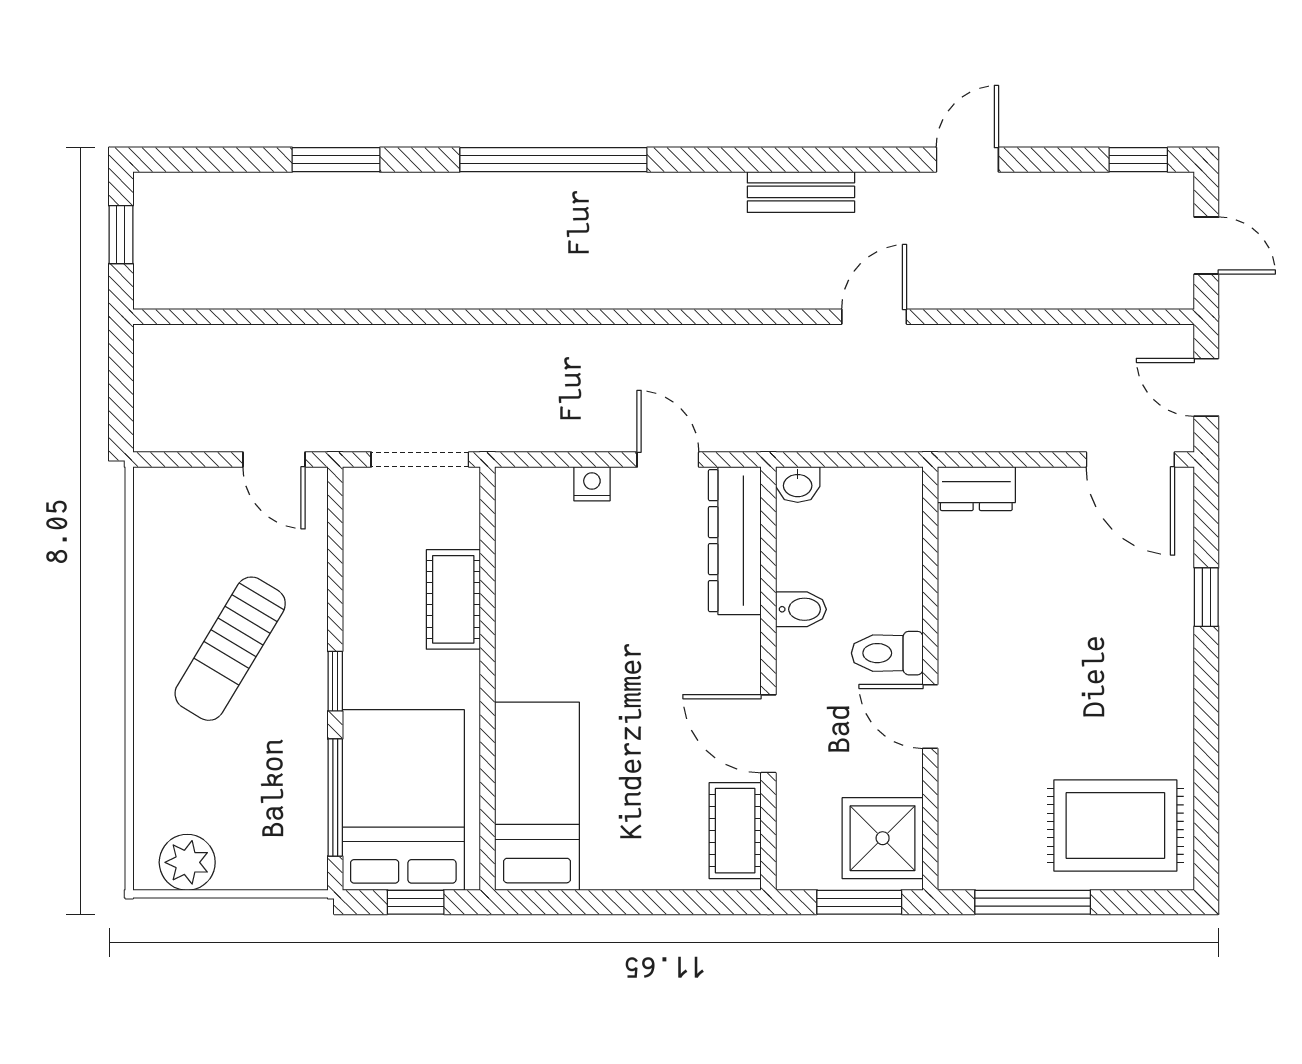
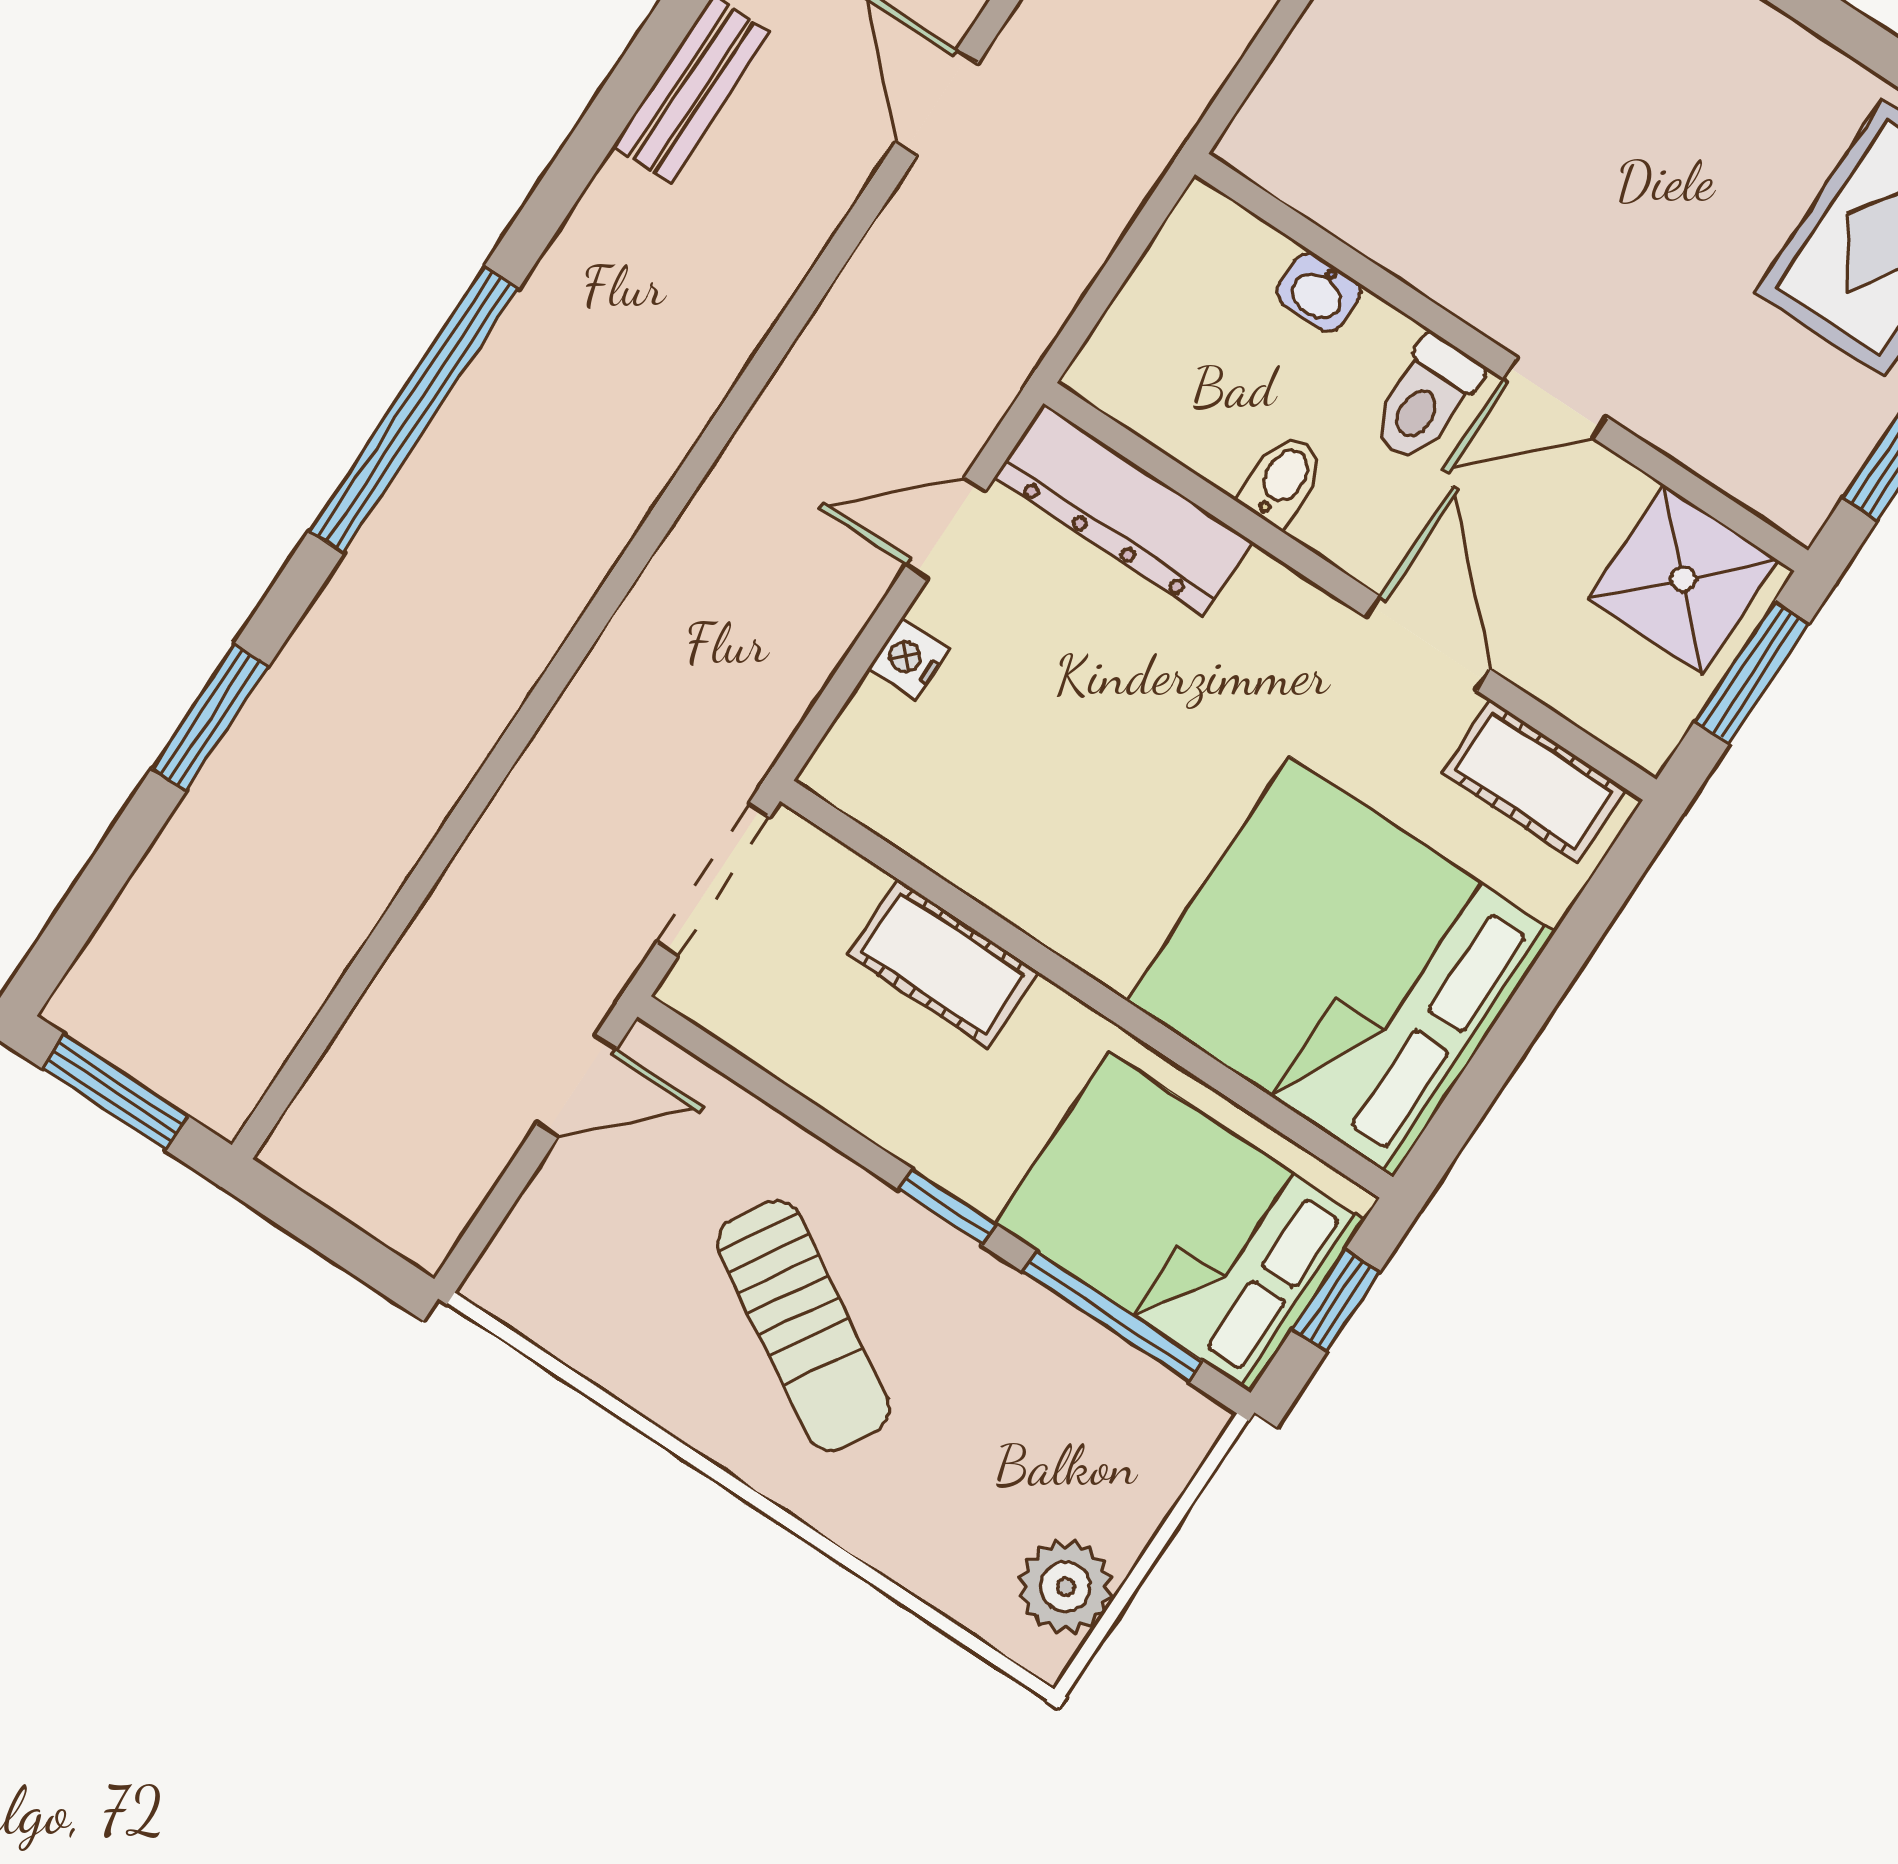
window: (121, 235) -> (115, 1092), width x1.50
washbasin: (798, 485) -> (1319, 292), moved, turned 90
dresser: (976, 489) -> (1276, 119), removed
door: (768, 734) -> (1428, 643), swing flipped
bed: (537, 796) -> (1341, 967), width x2.04

